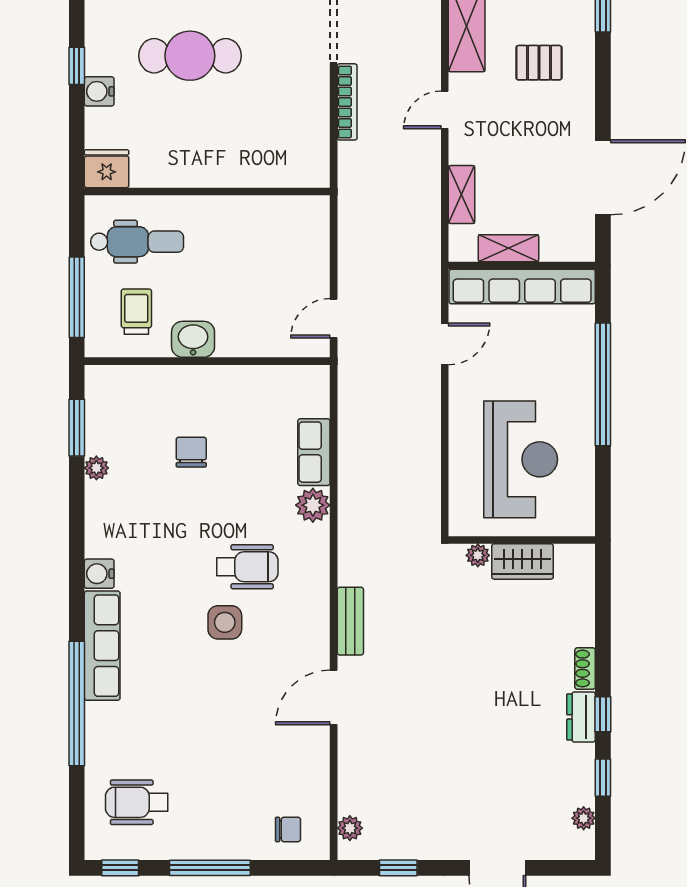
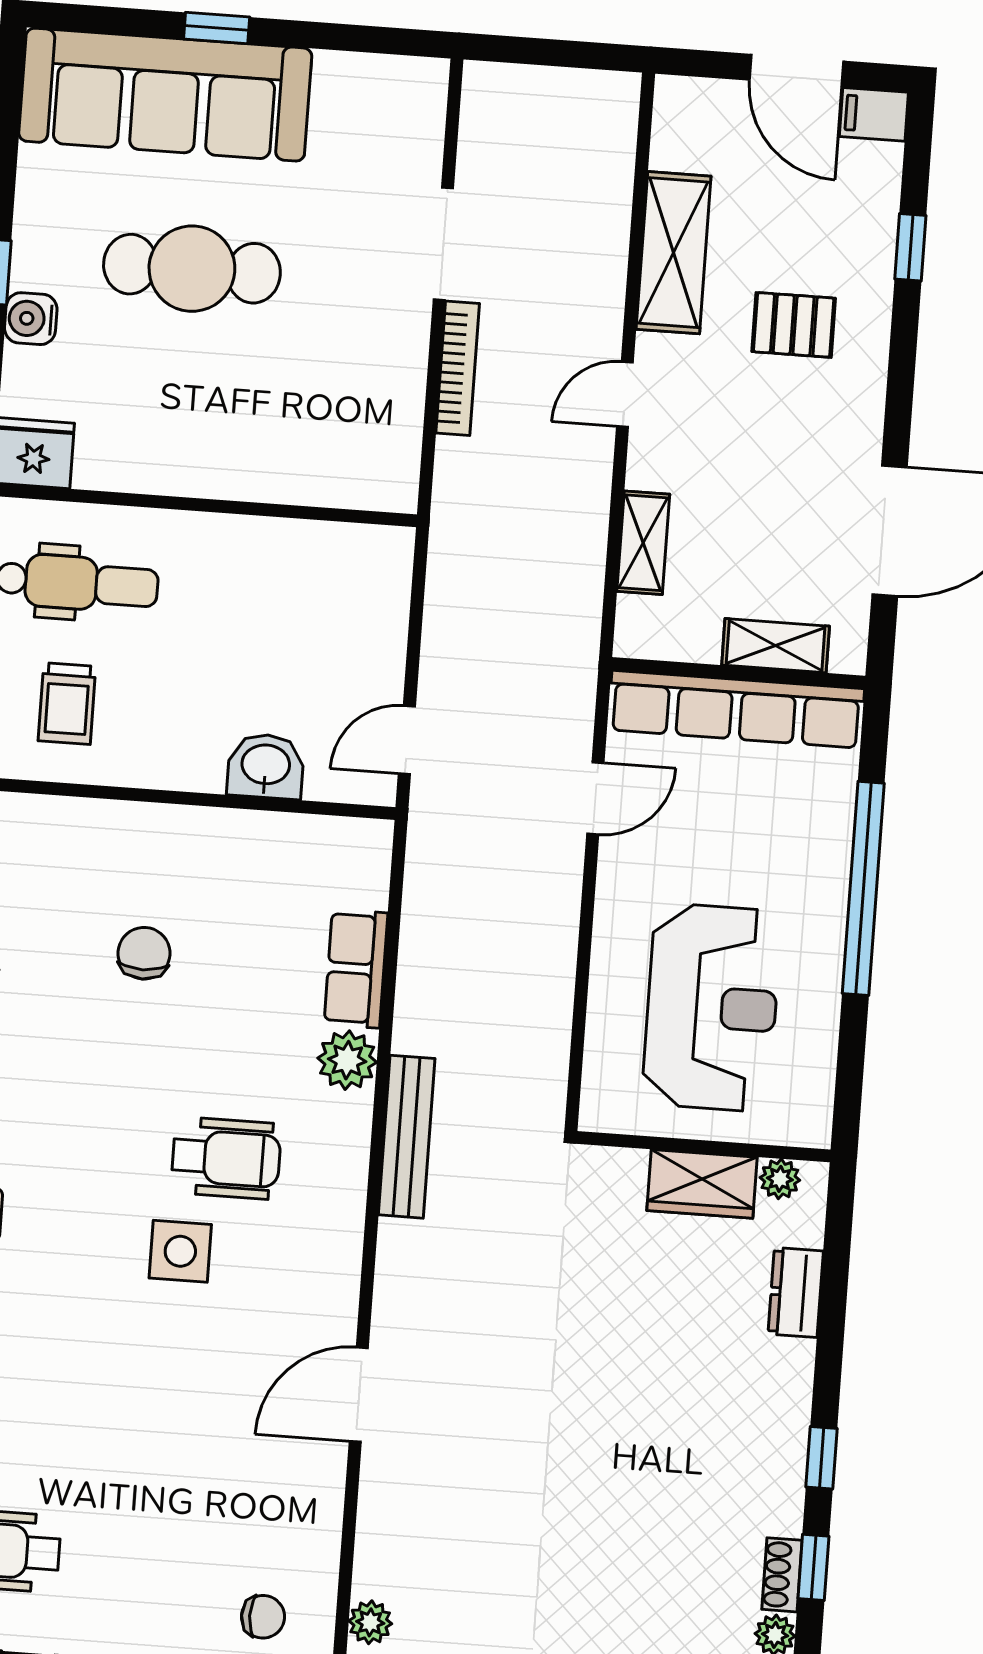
shelving: (508, 248) -> (776, 646), moved
trolley: (136, 312) -> (67, 704), turned 180
washbasin: (193, 339) -> (266, 766), moved
plant: (478, 555) -> (780, 1179), moved
bench: (350, 621) -> (407, 1137), moved, width x1.36
shoe rack: (585, 669) -> (782, 1575), moved
dresser: (581, 717) -> (796, 1293), moved

